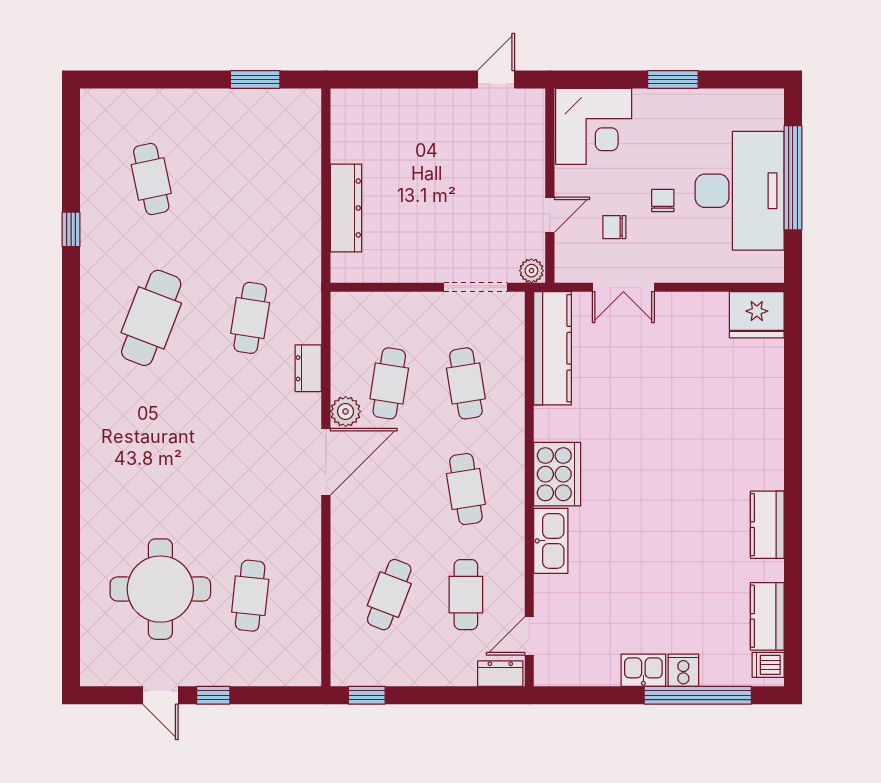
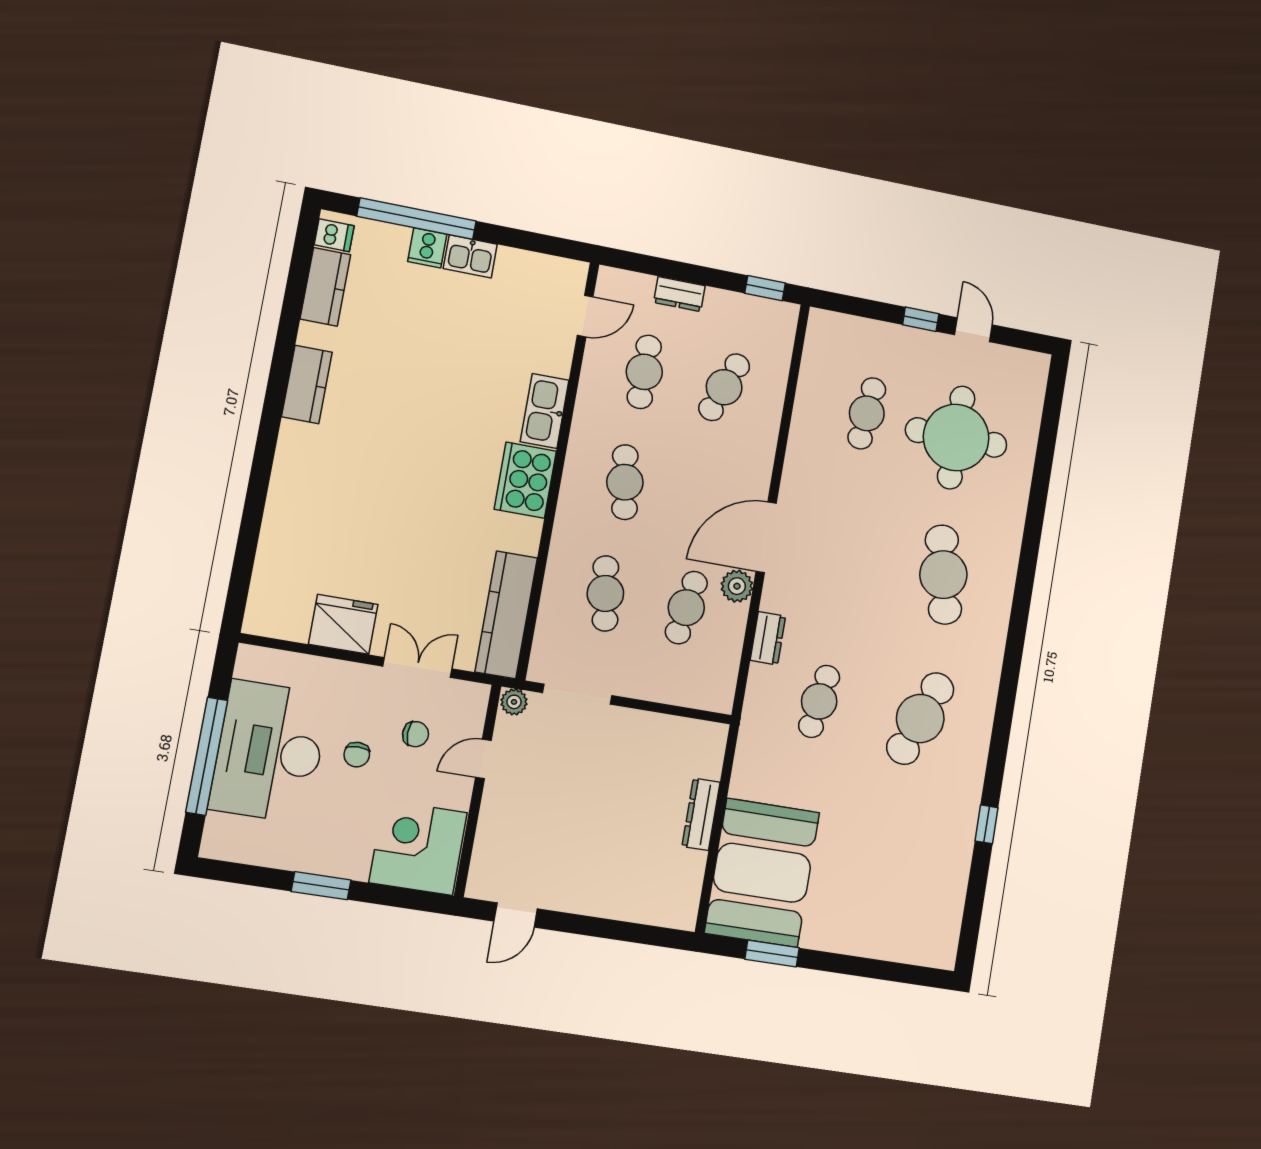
booth: (277, 152) -> (762, 873), added
cafe table: (151, 179) -> (943, 575), moved, width x1.37, depth x1.35
dresser: (346, 208) -> (701, 814), width x0.73, depth x0.80
fridge: (757, 315) -> (343, 624), moved
dresser: (500, 674) -> (679, 294), moved

